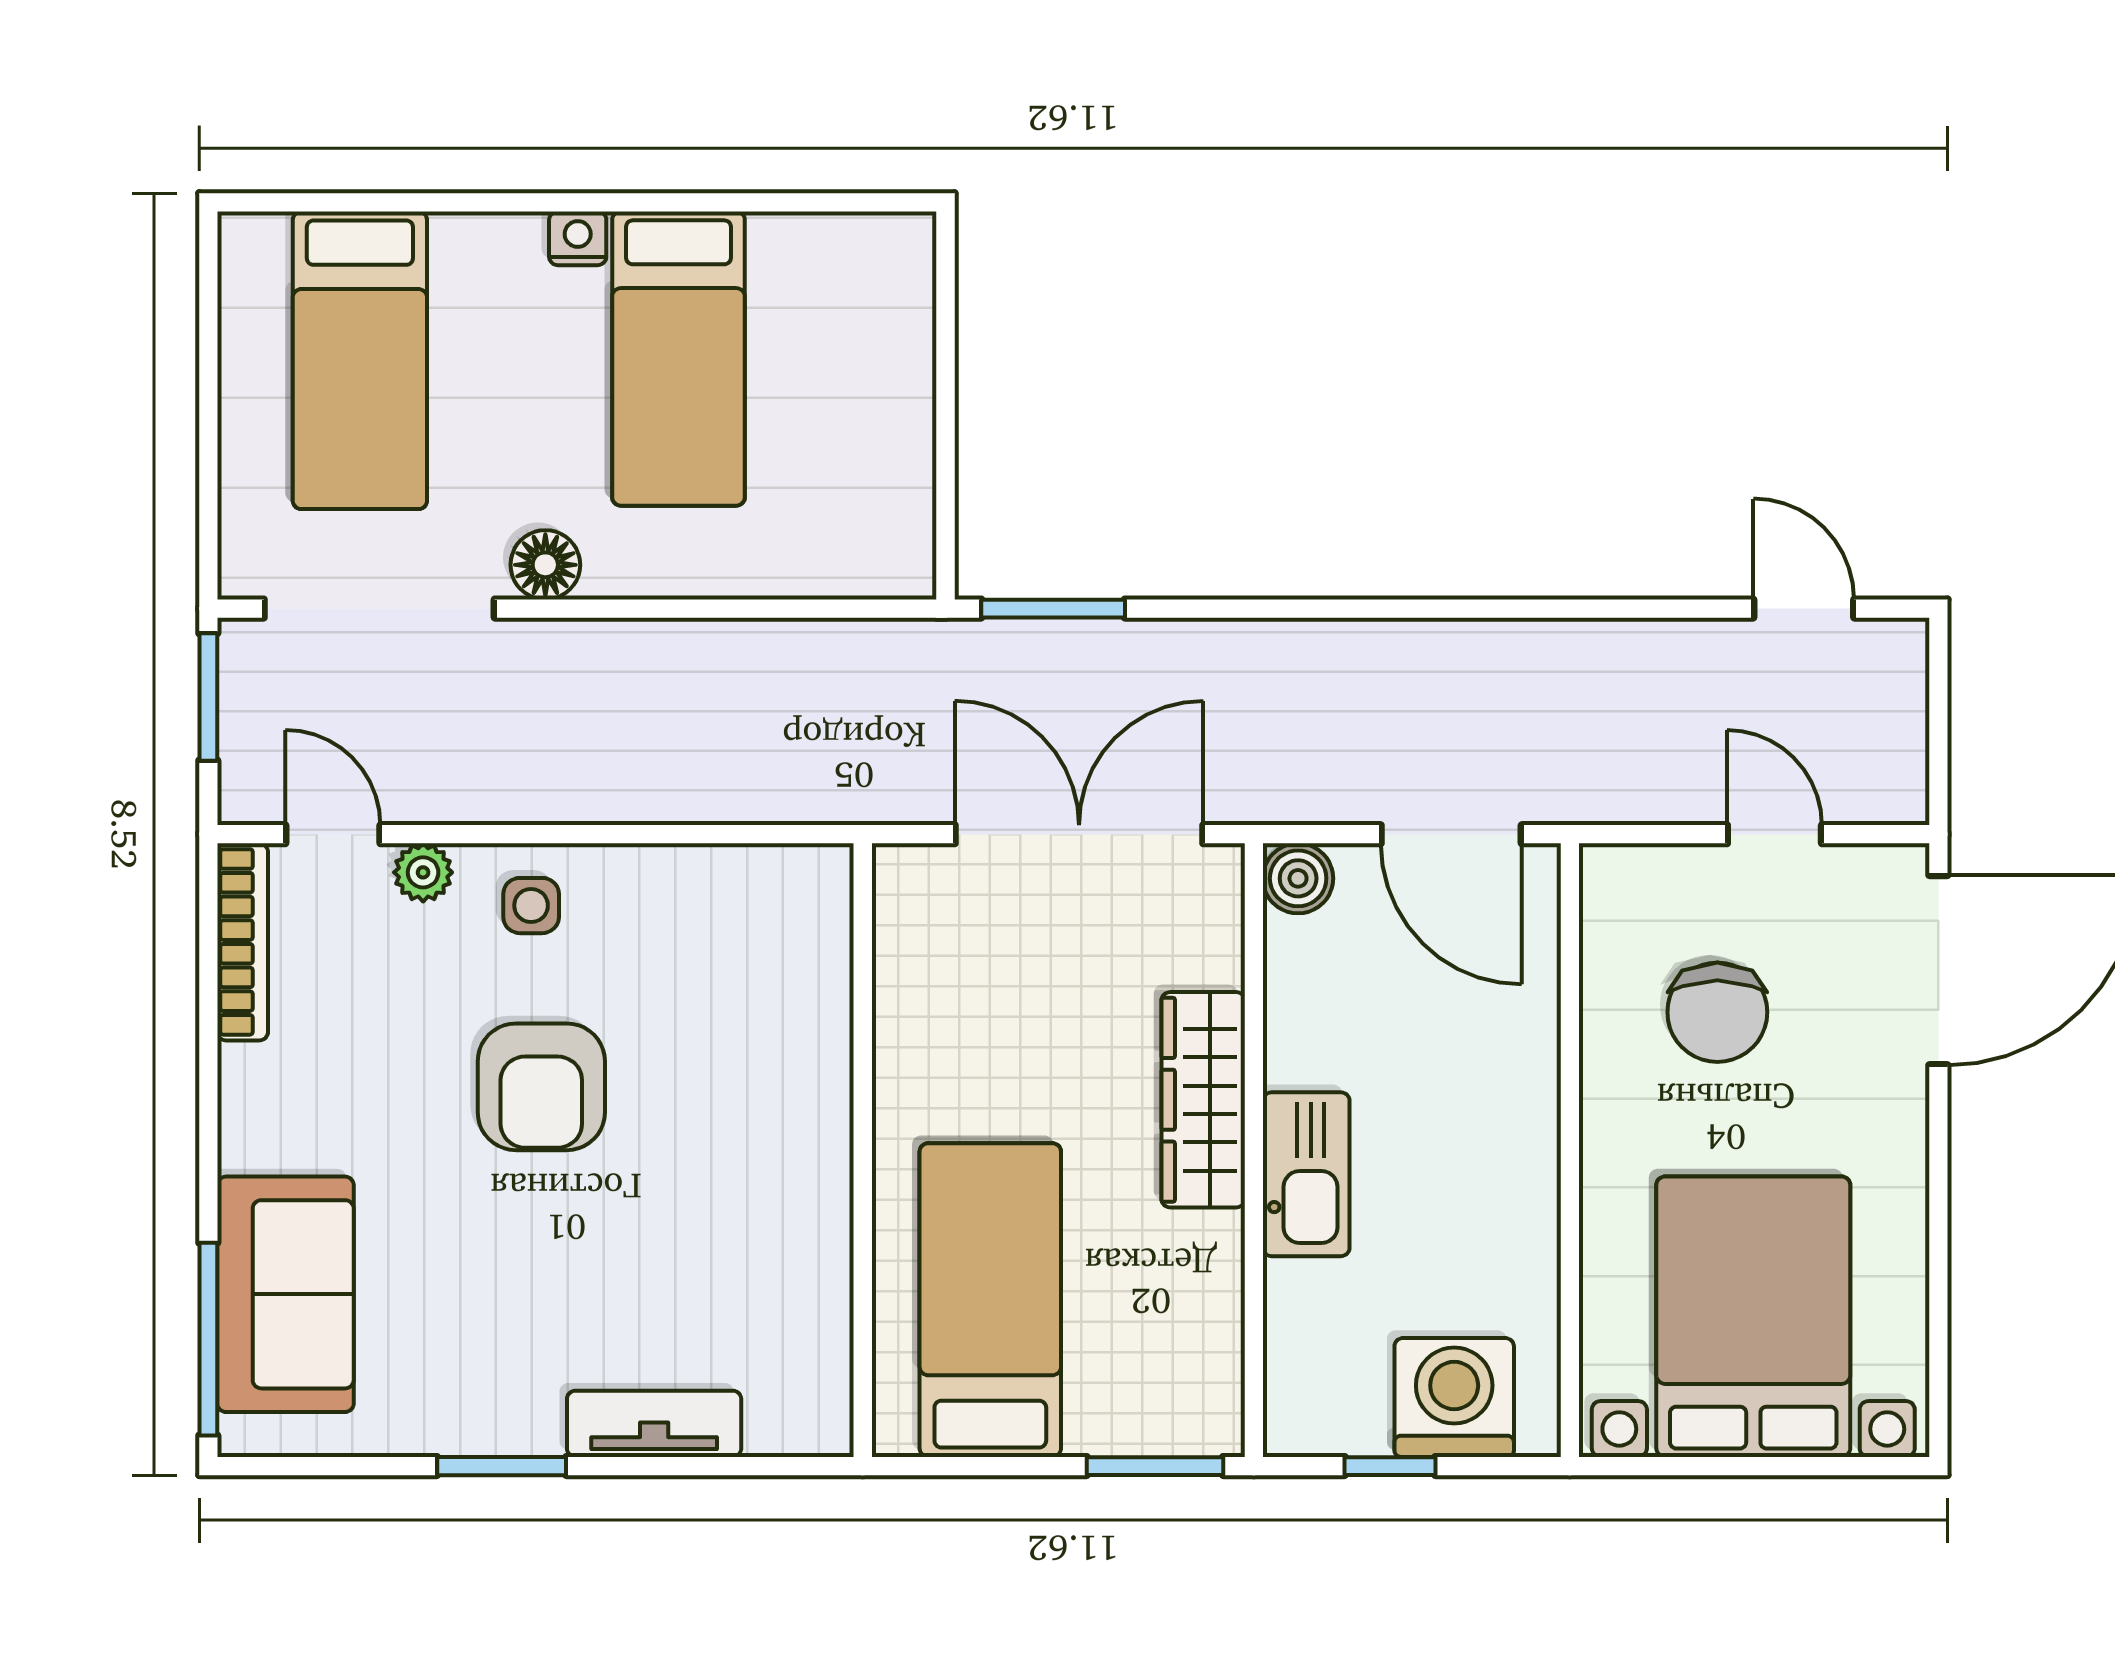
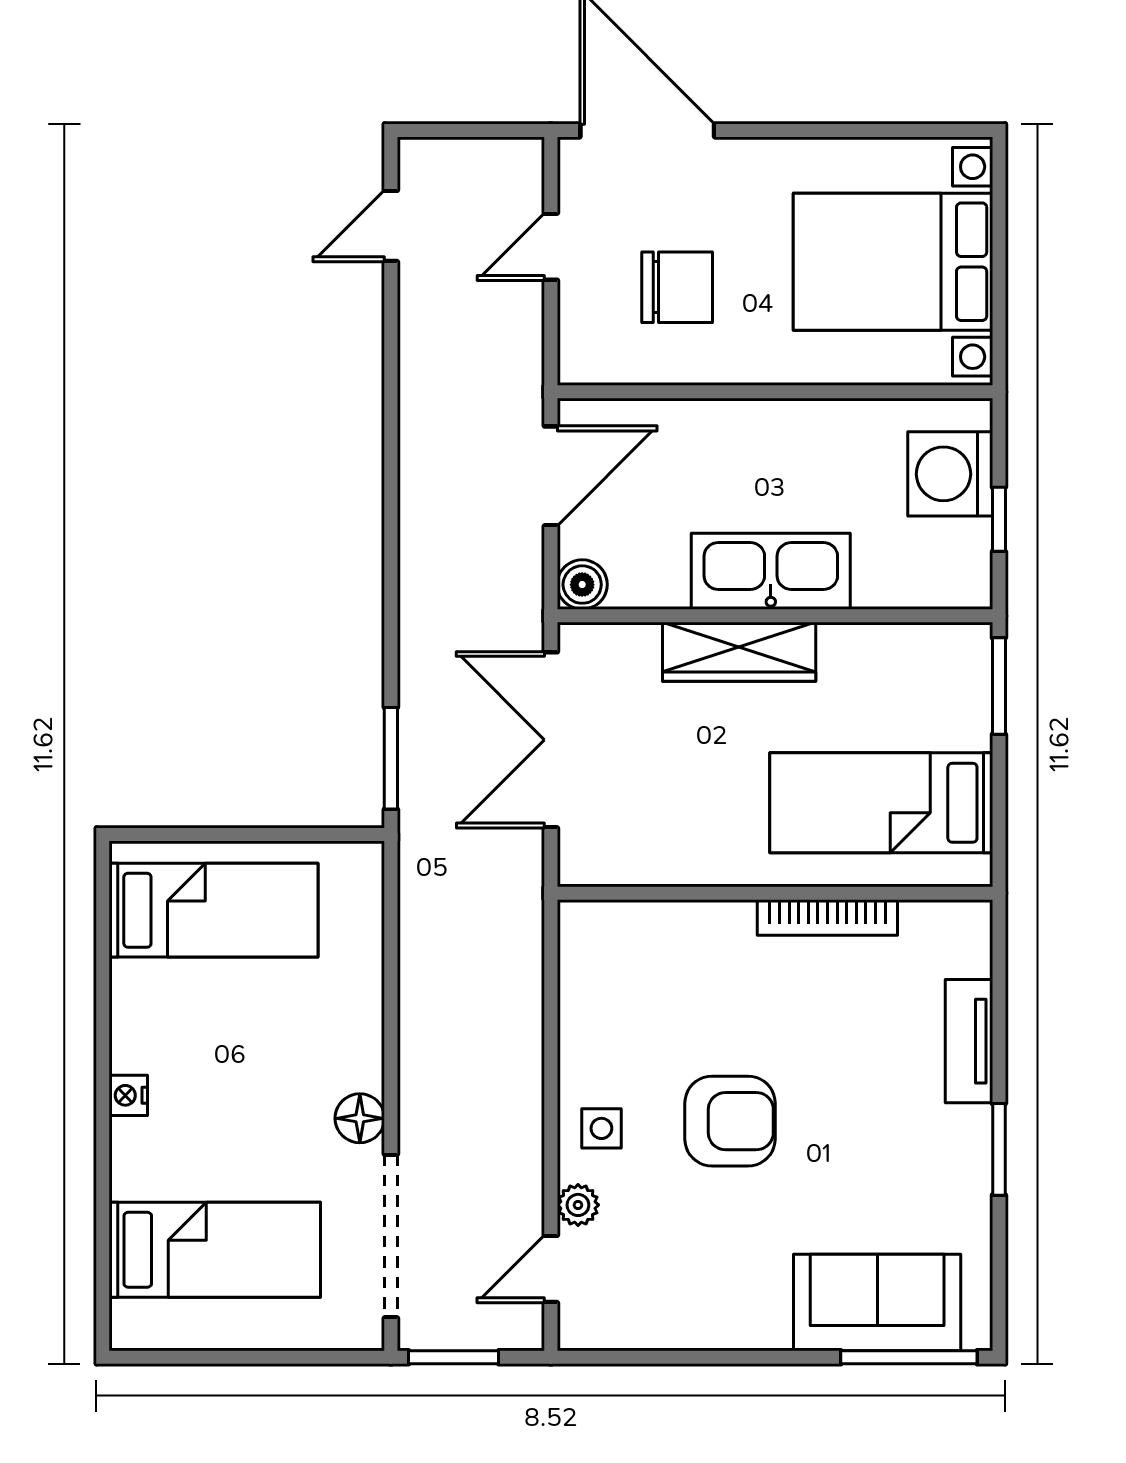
bed: (679, 359) -> (214, 910), moved
bookcase: (243, 942) -> (827, 918), moved, turned 180
kitchen sink: (1306, 1174) -> (771, 571), width x1.36, depth x1.24

